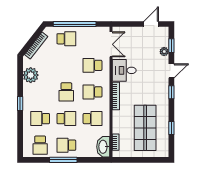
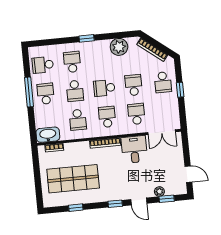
window: (75, 24) -> (180, 90), width x0.32
school desk: (66, 65) -> (134, 85), added

